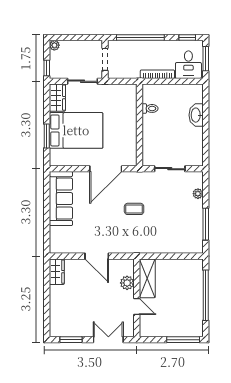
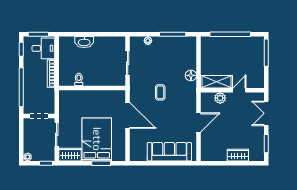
sofa: (61, 199) -> (169, 152), moved
floor lamp: (155, 247) -> (191, 75), added
wardrobe: (57, 272) -> (238, 155), moved

